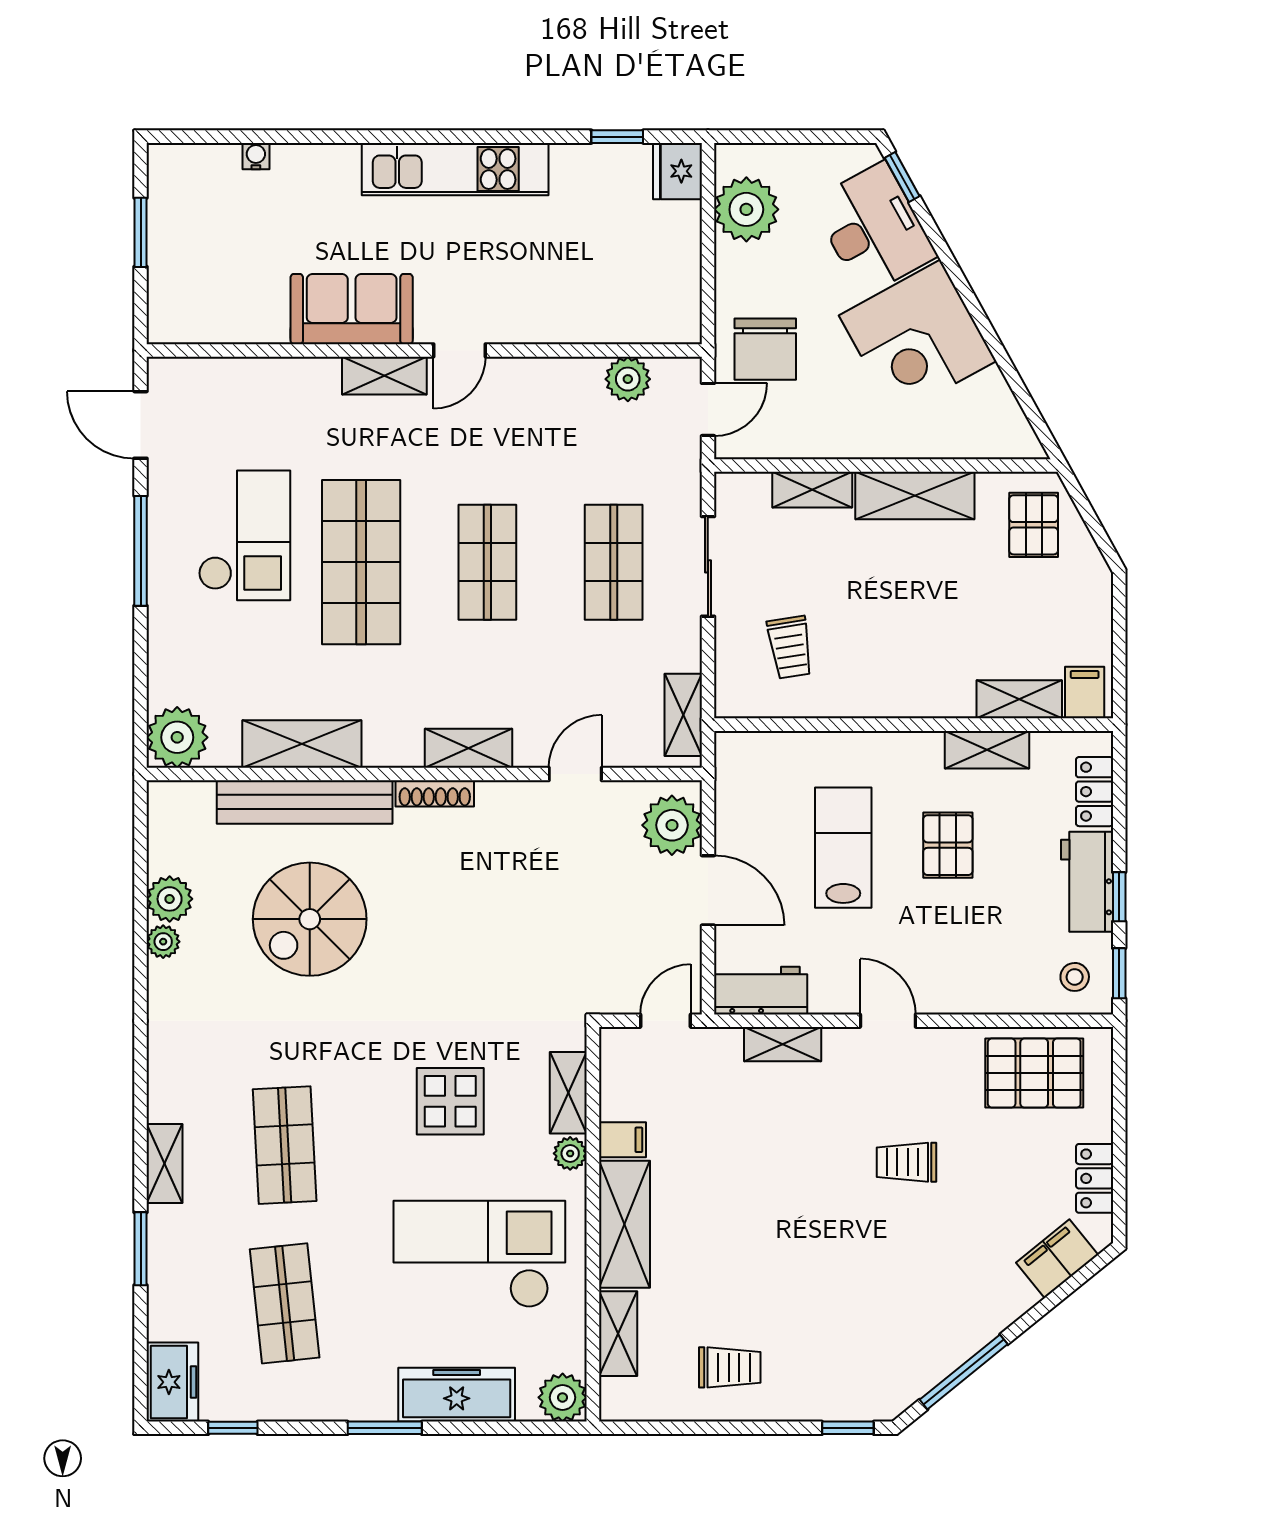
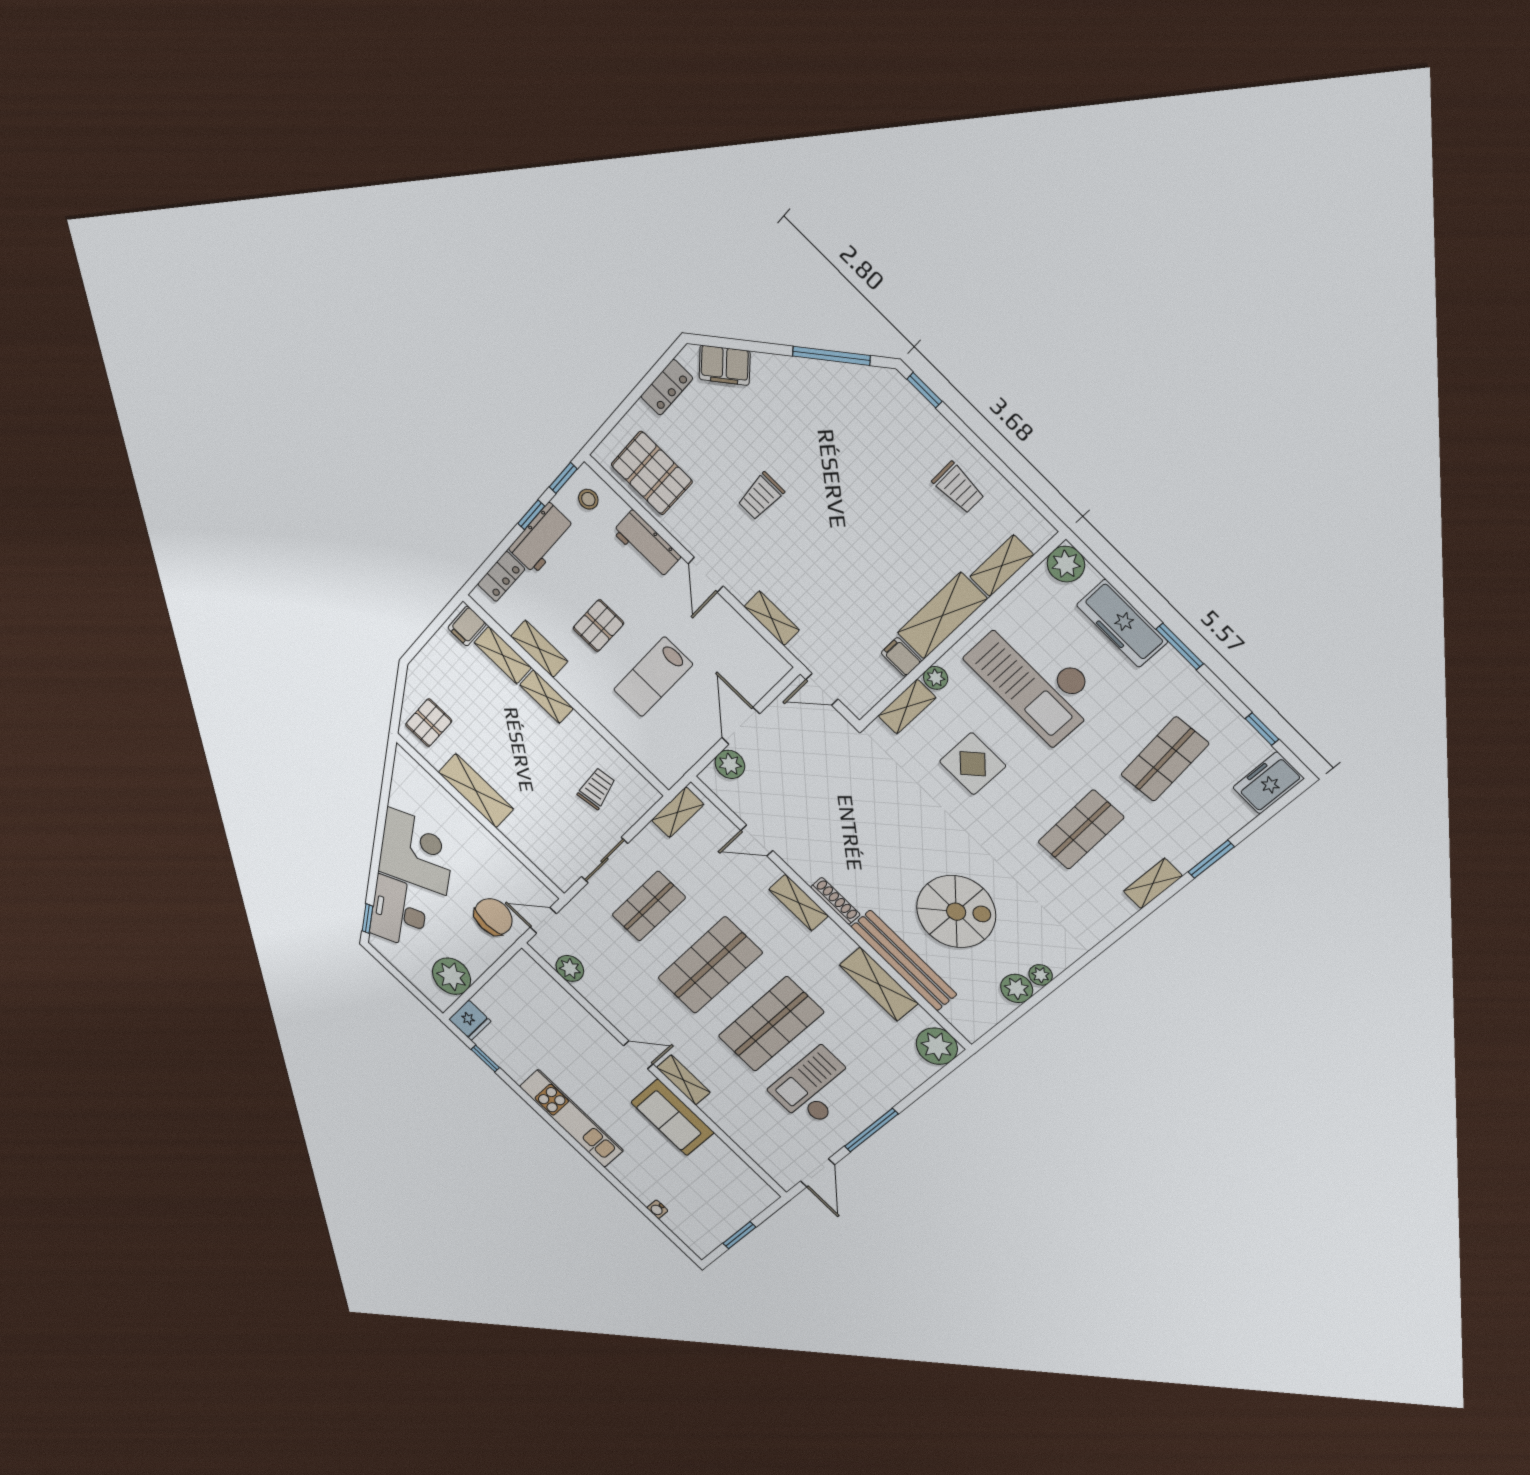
shelving: (812, 490) -> (546, 697), moved
shop shelf: (487, 562) -> (710, 965), width x1.43, depth x1.36
plant: (672, 825) -> (730, 764), width x0.73, depth x0.73
workbench: (761, 991) -> (647, 544), moved
trolley: (907, 1162) -> (761, 496), turned 90
trolley: (730, 1367) -> (958, 488), turned 180

